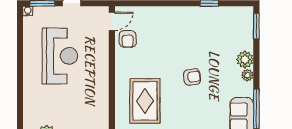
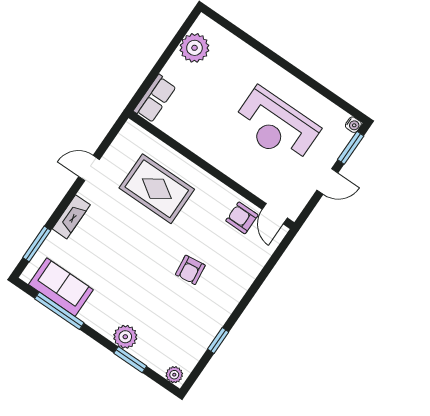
window: (256, 26) -> (130, 360), moved
plant: (247, 75) -> (174, 375), moved
armchair: (192, 77) -> (190, 270), moved

